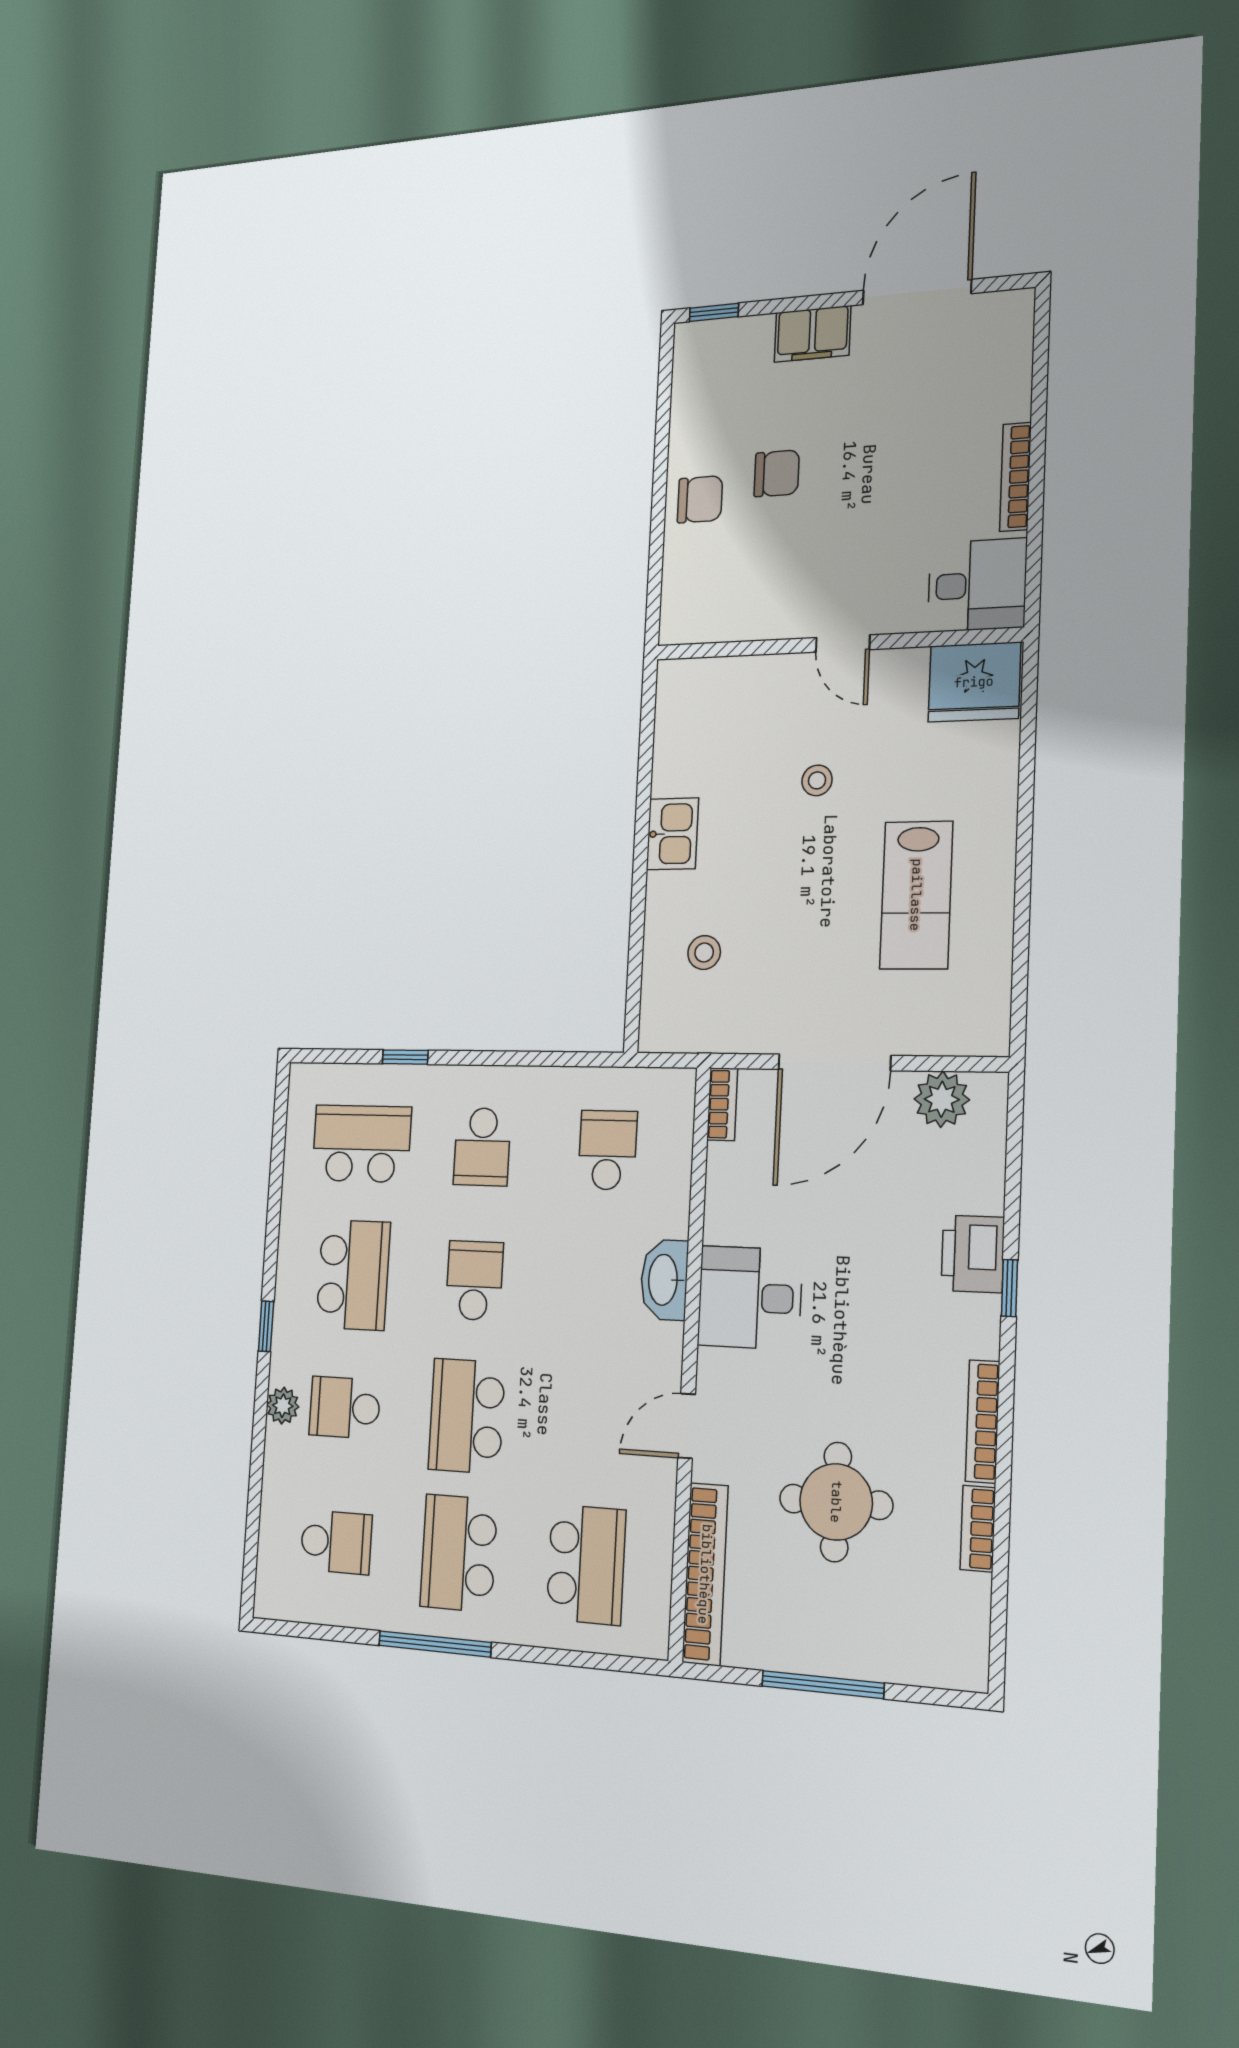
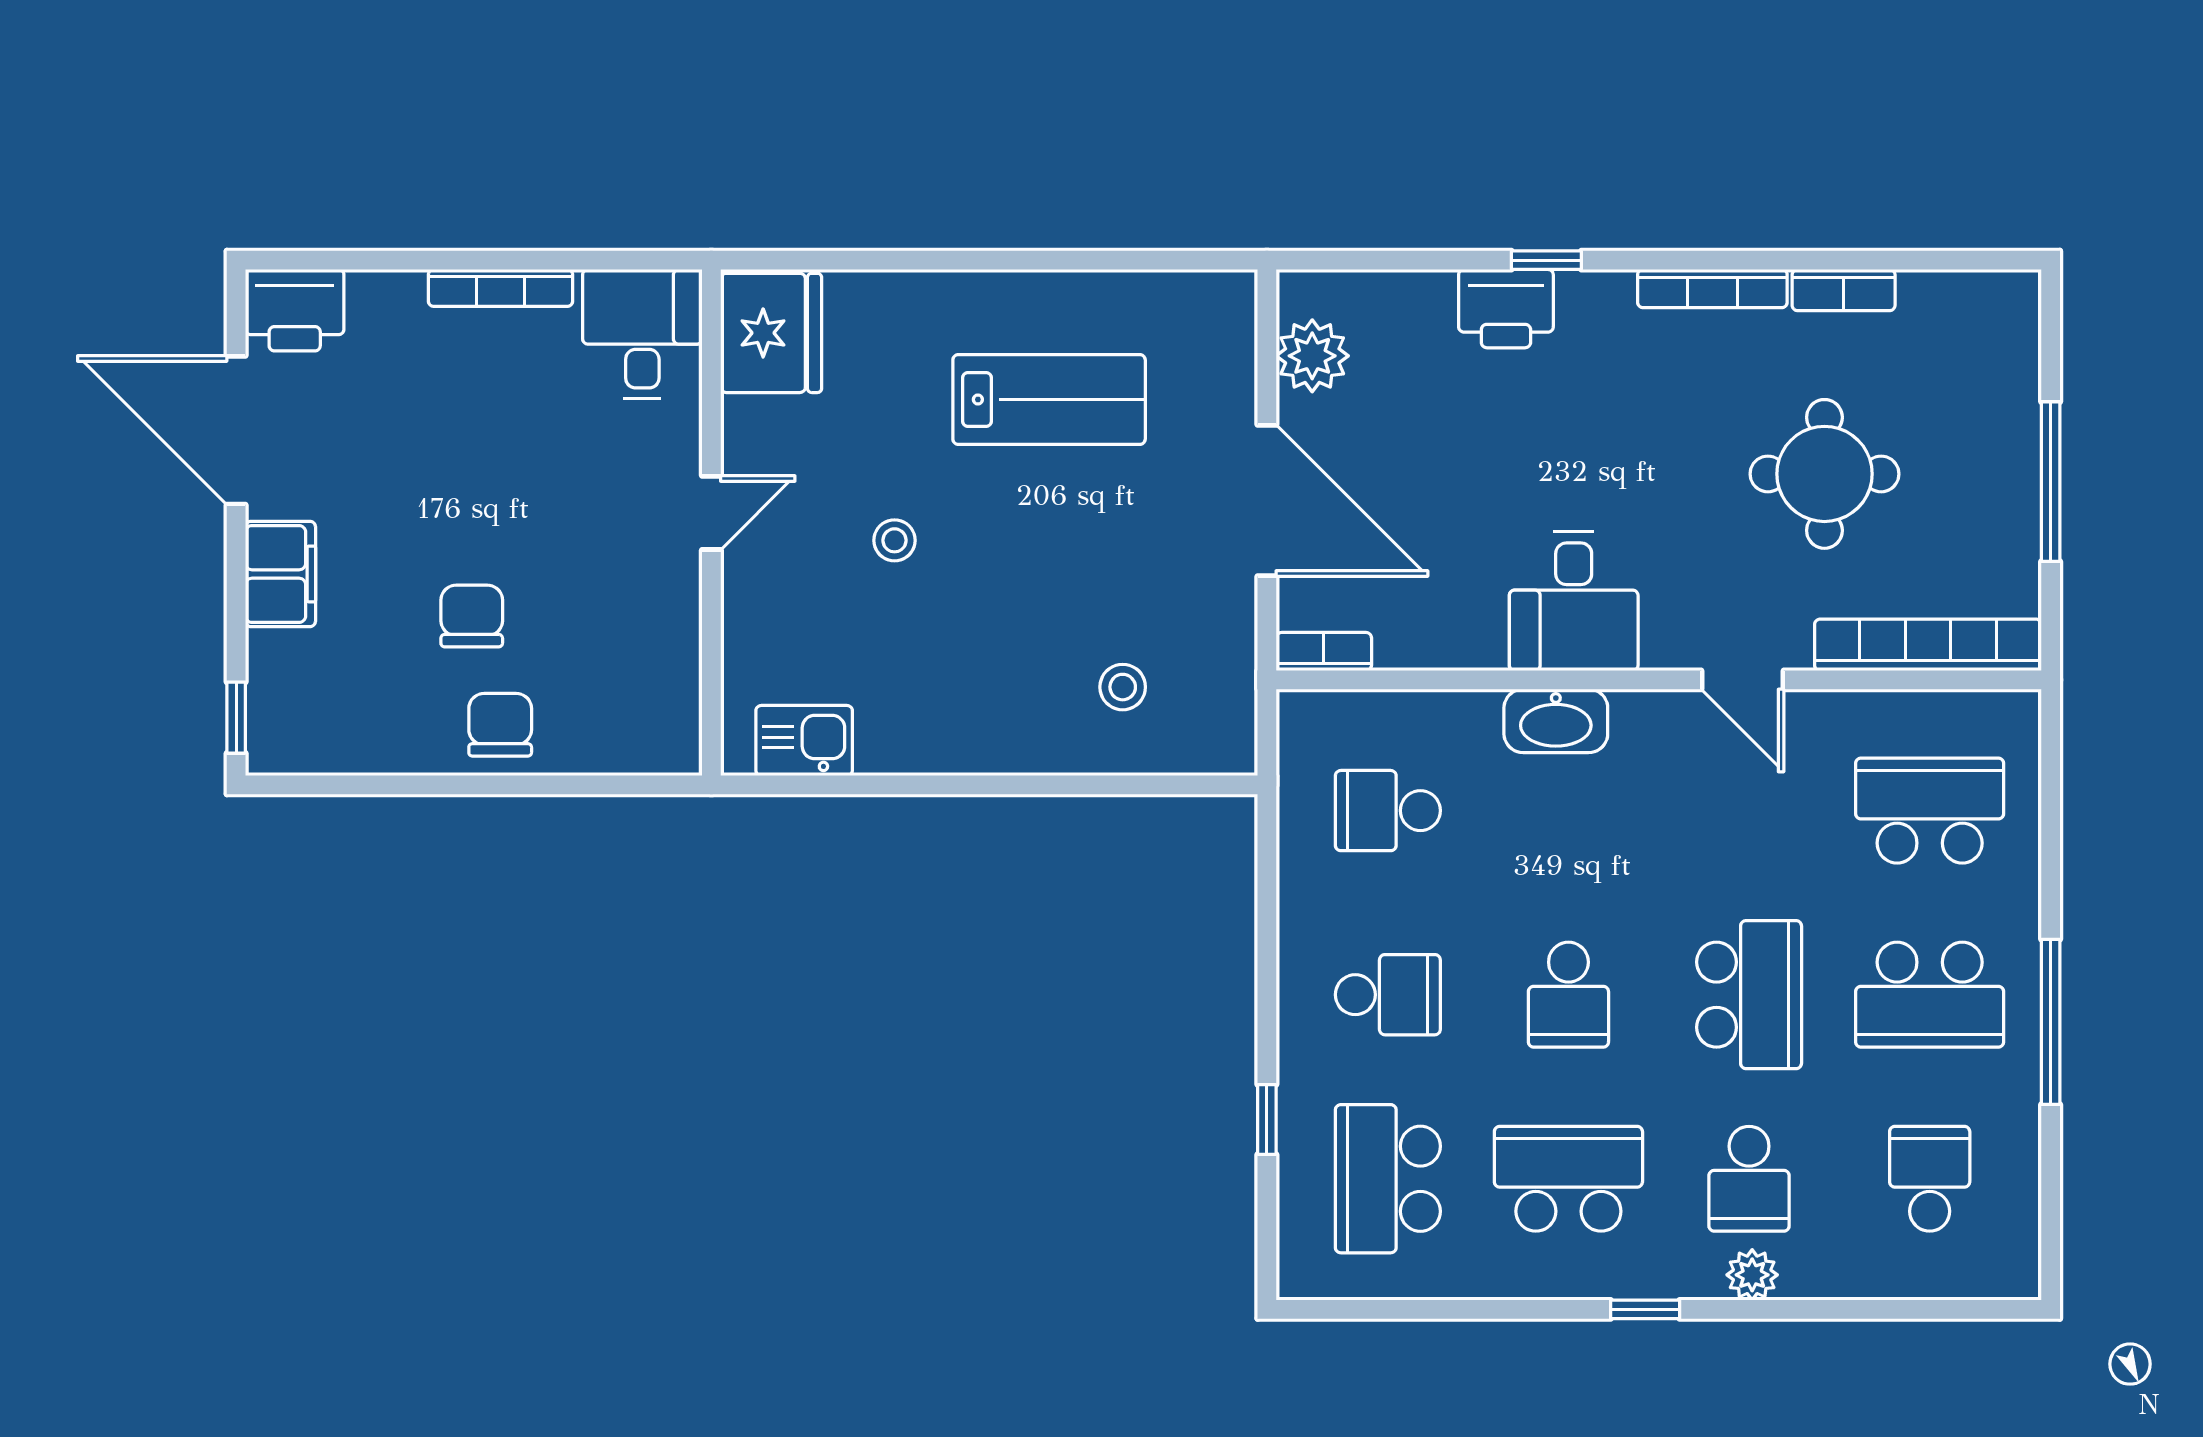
printer: (1004, 326) -> (295, 310), added
kitchen sink: (672, 834) -> (804, 741), moved
school desk: (474, 1281) -> (1568, 995), turned -90
school desk: (467, 1416) -> (1749, 995), turned -90

